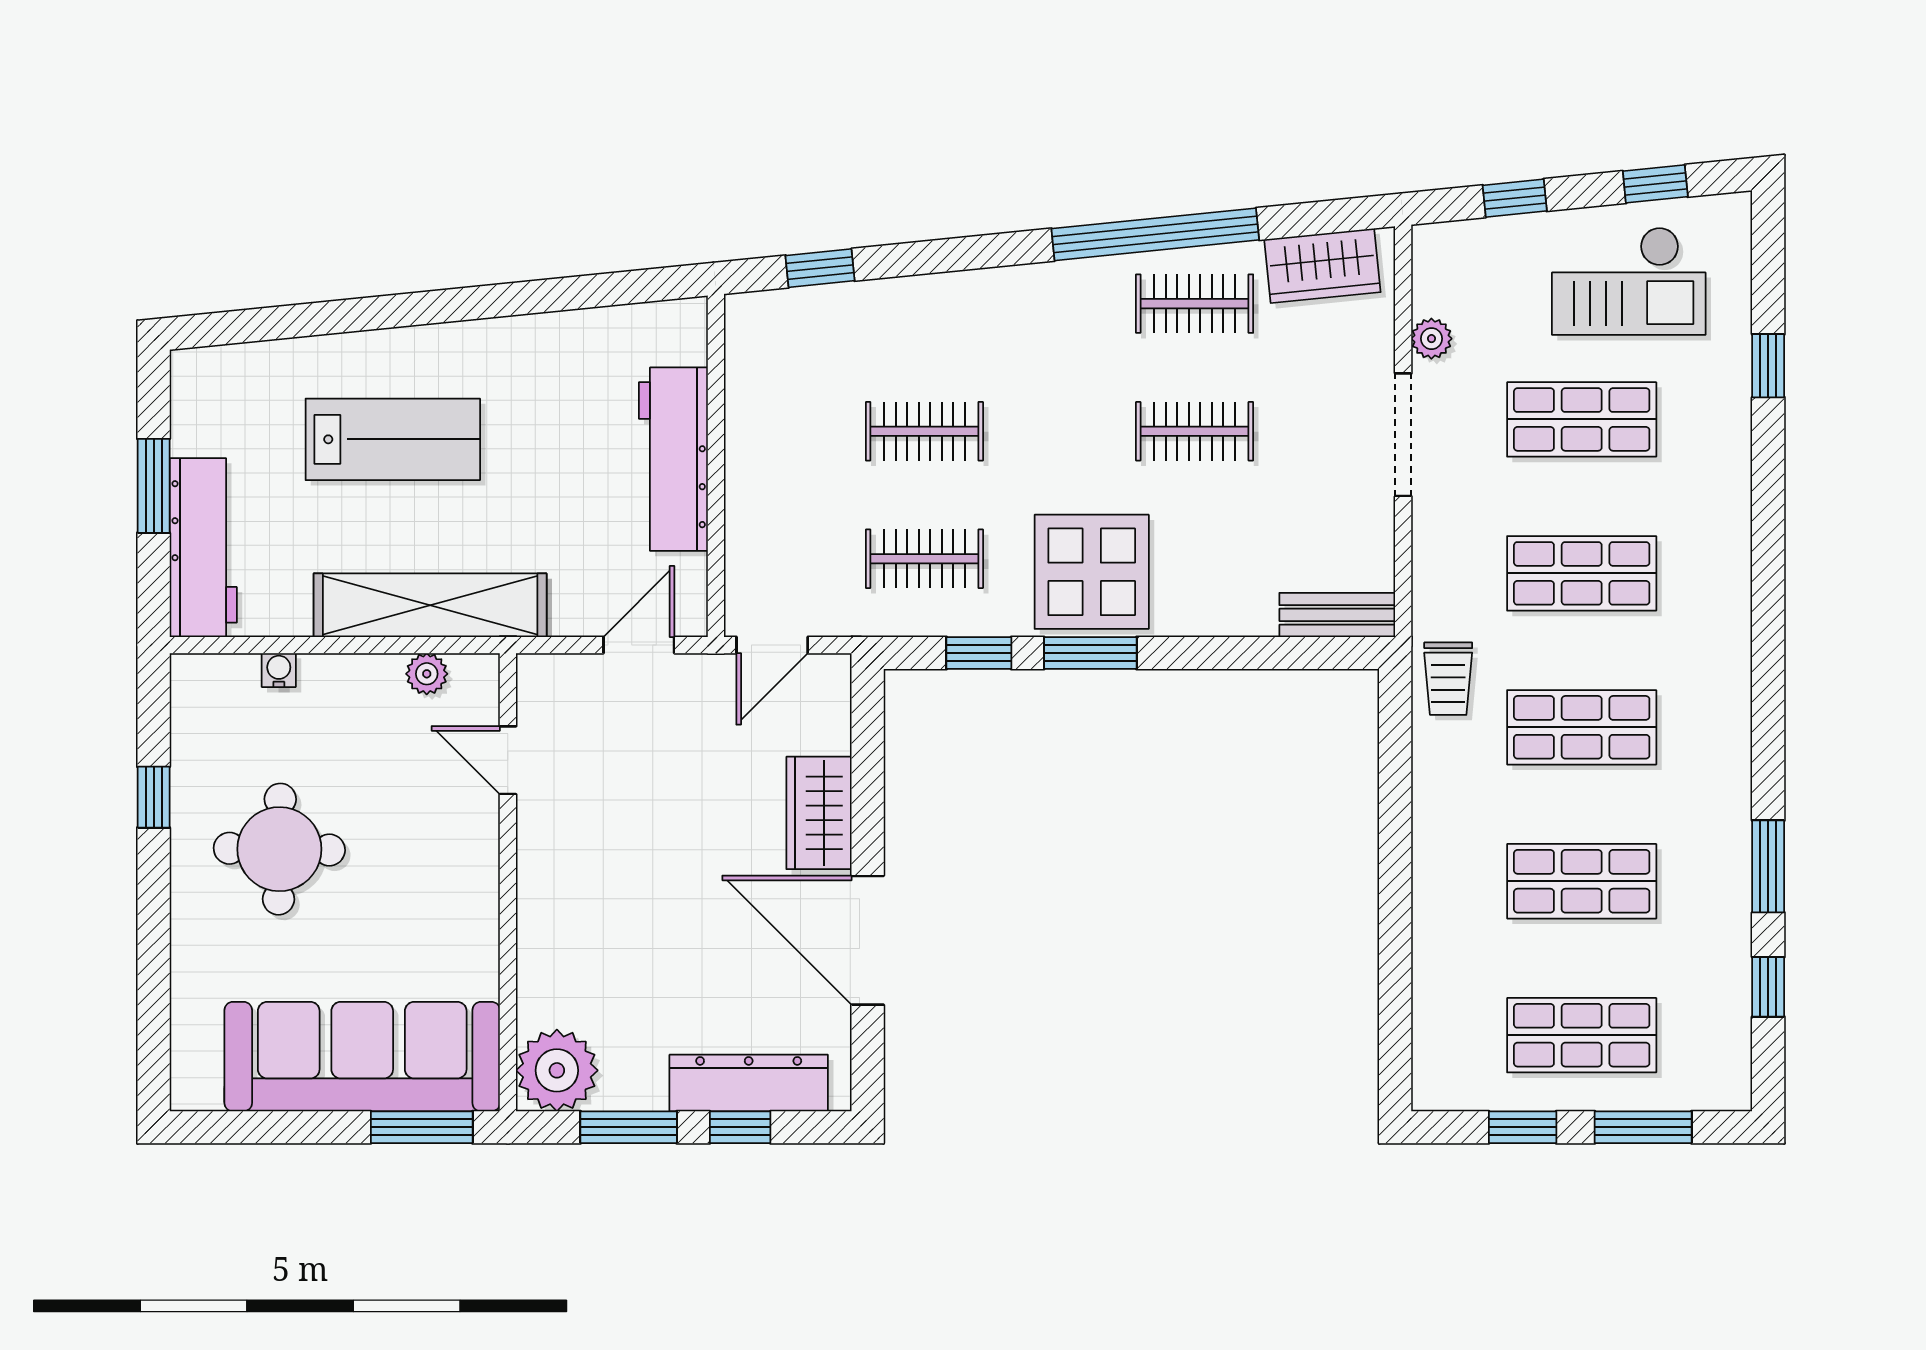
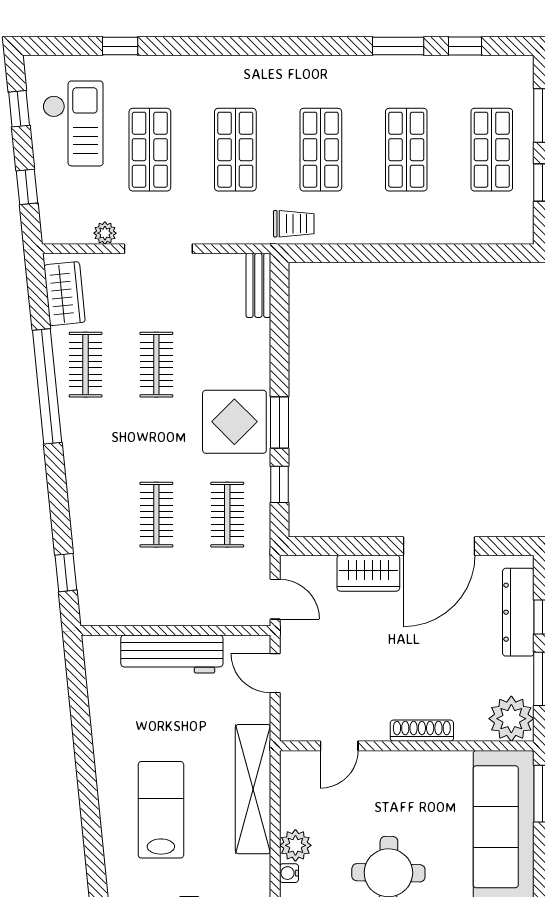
plant: (427, 674) -> (295, 845), moved, width x1.38, depth x1.38
shoe rack: (535, 909) -> (422, 731), added

